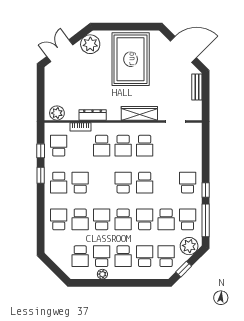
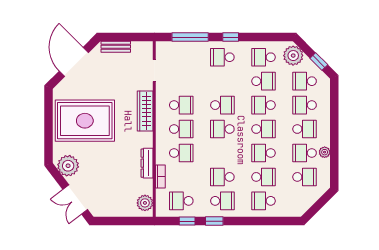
window: (206, 220) -> (190, 37), moved

